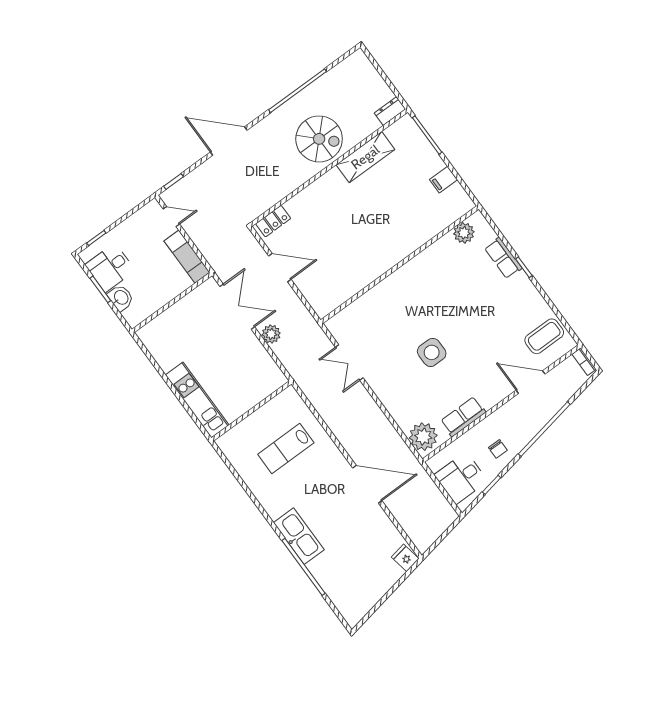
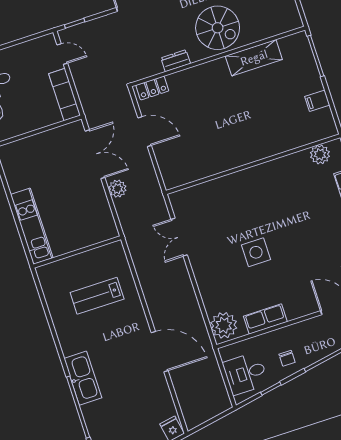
dresser: (390, 111) -> (176, 61), moved

